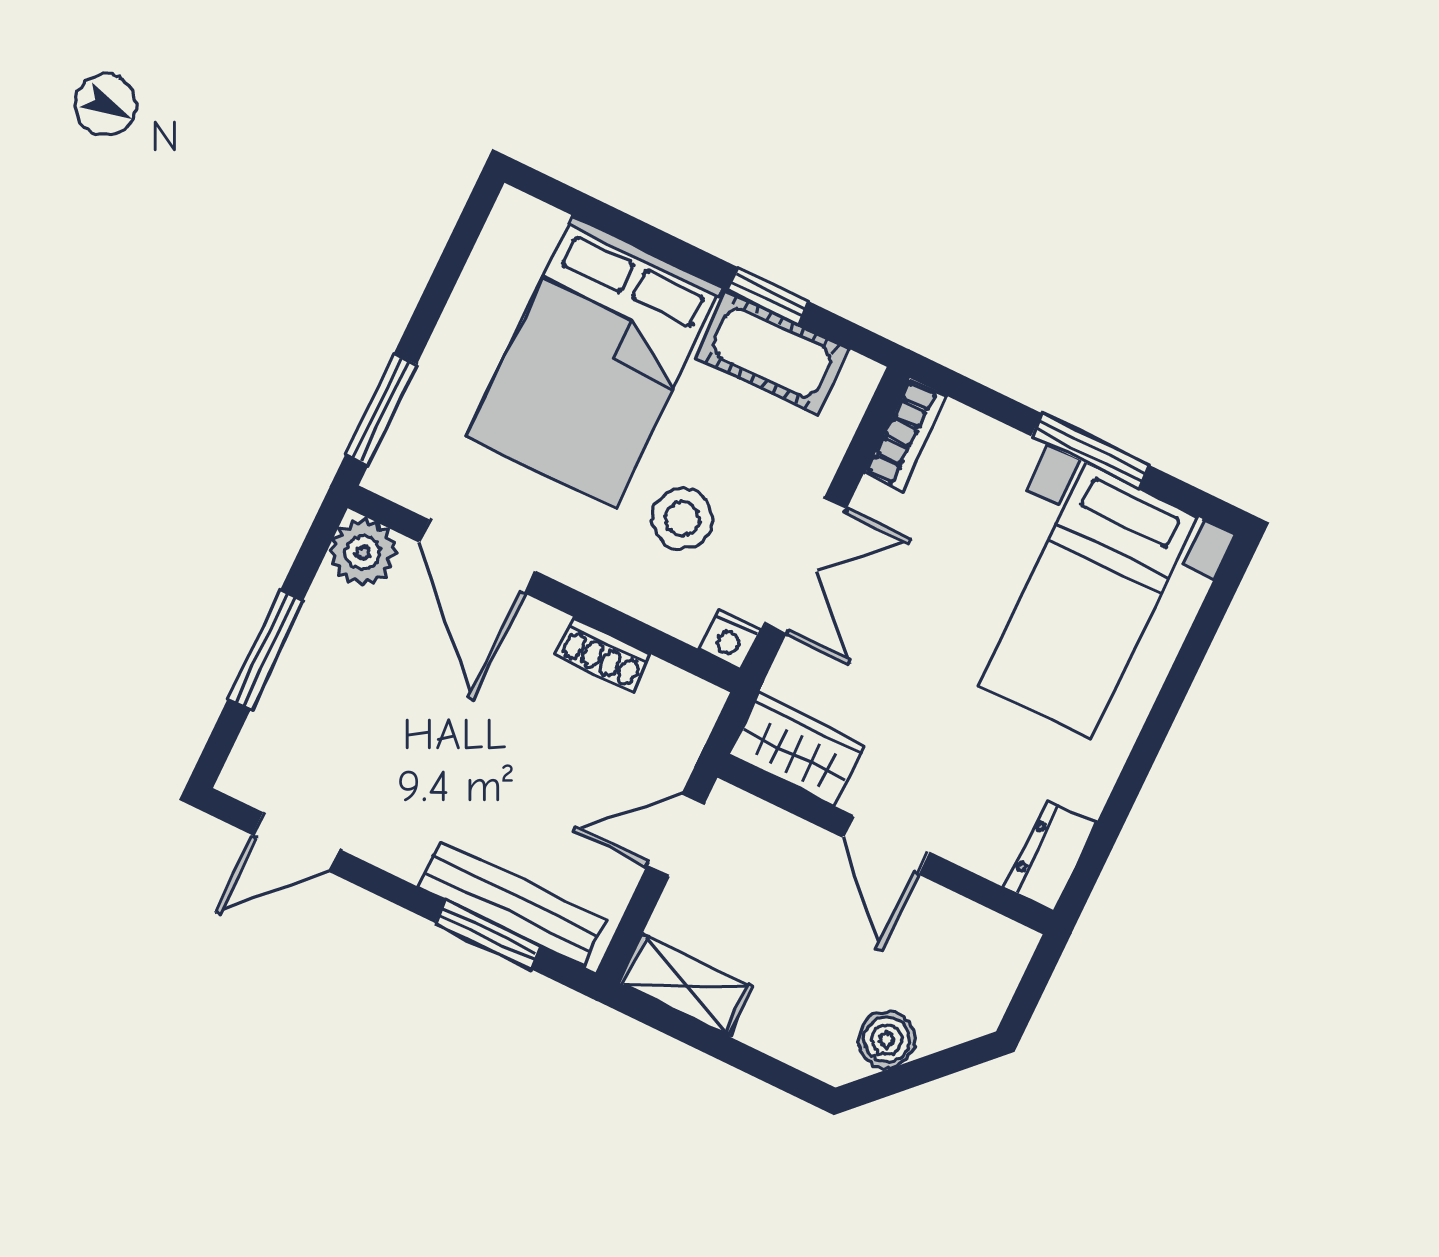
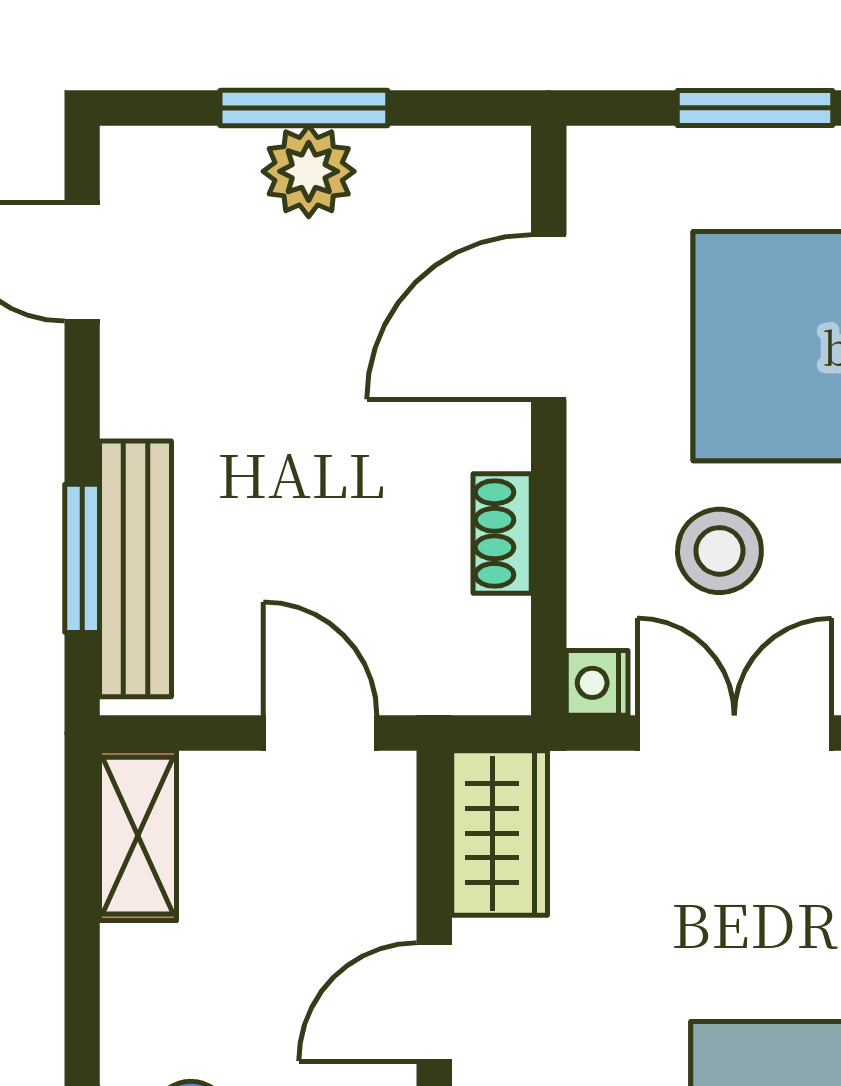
window: (381, 409) -> (755, 108), moved
plant: (363, 552) -> (309, 171), moved
double door: (805, 566) -> (734, 733), swing flipped

